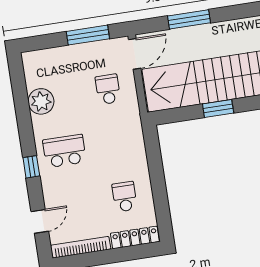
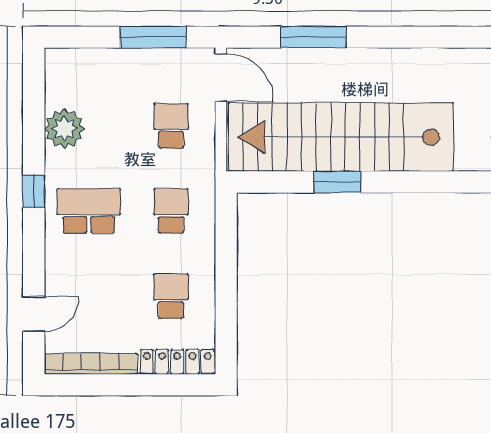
door: (135, 54) -> (221, 78), hinge flipped
school desk: (116, 143) -> (171, 211), added
window: (31, 167) -> (34, 191), moved

